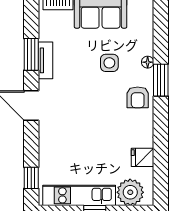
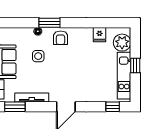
window: (31, 54) -> (15, 107), moved
tv unit: (45, 60) -> (32, 97), width x1.41
armchair: (138, 97) -> (61, 38), turned 90

